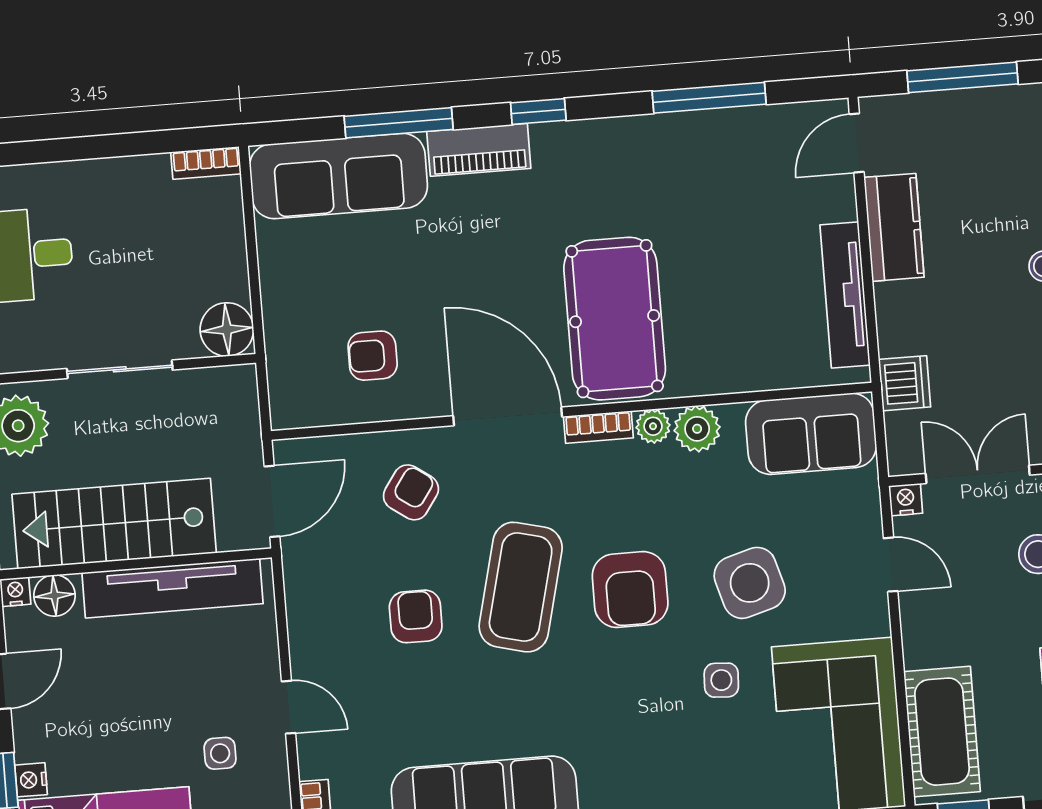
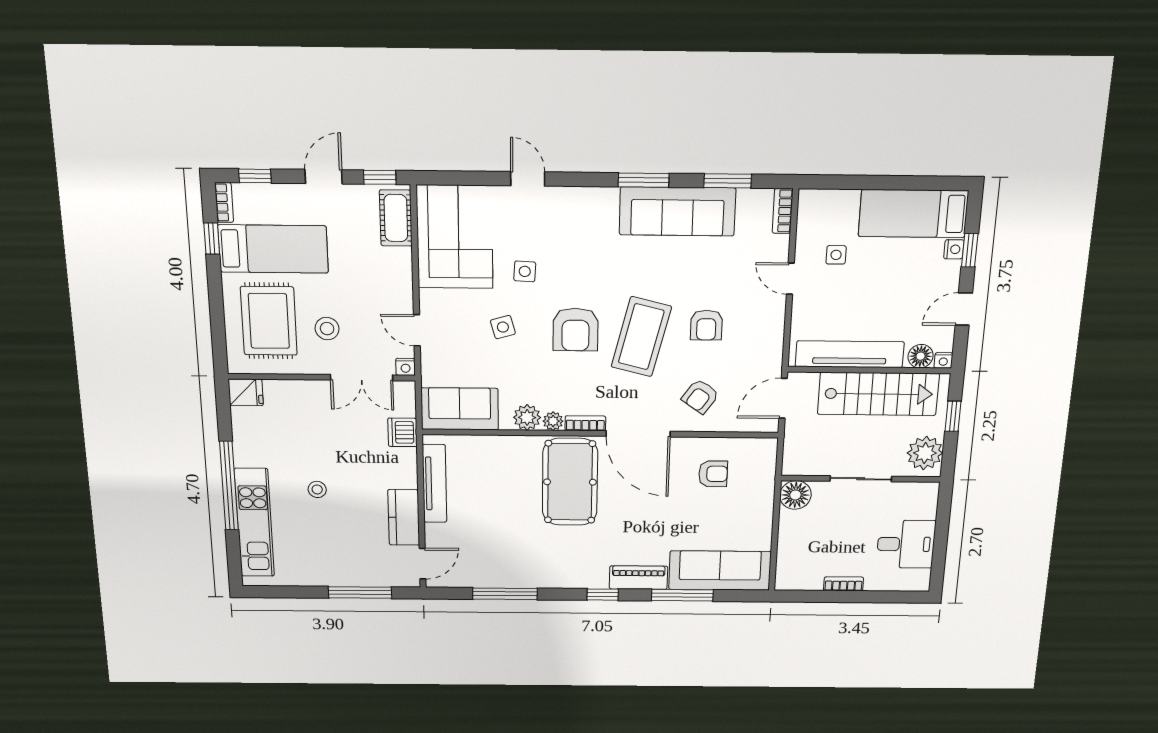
bookcase: (206, 163) -> (844, 584), moved
side table: (750, 583) -> (503, 327), width x0.54, depth x0.54
armchair: (630, 590) -> (575, 330), turned 180
cot: (942, 732) -> (396, 218), width x0.73, depth x0.75

